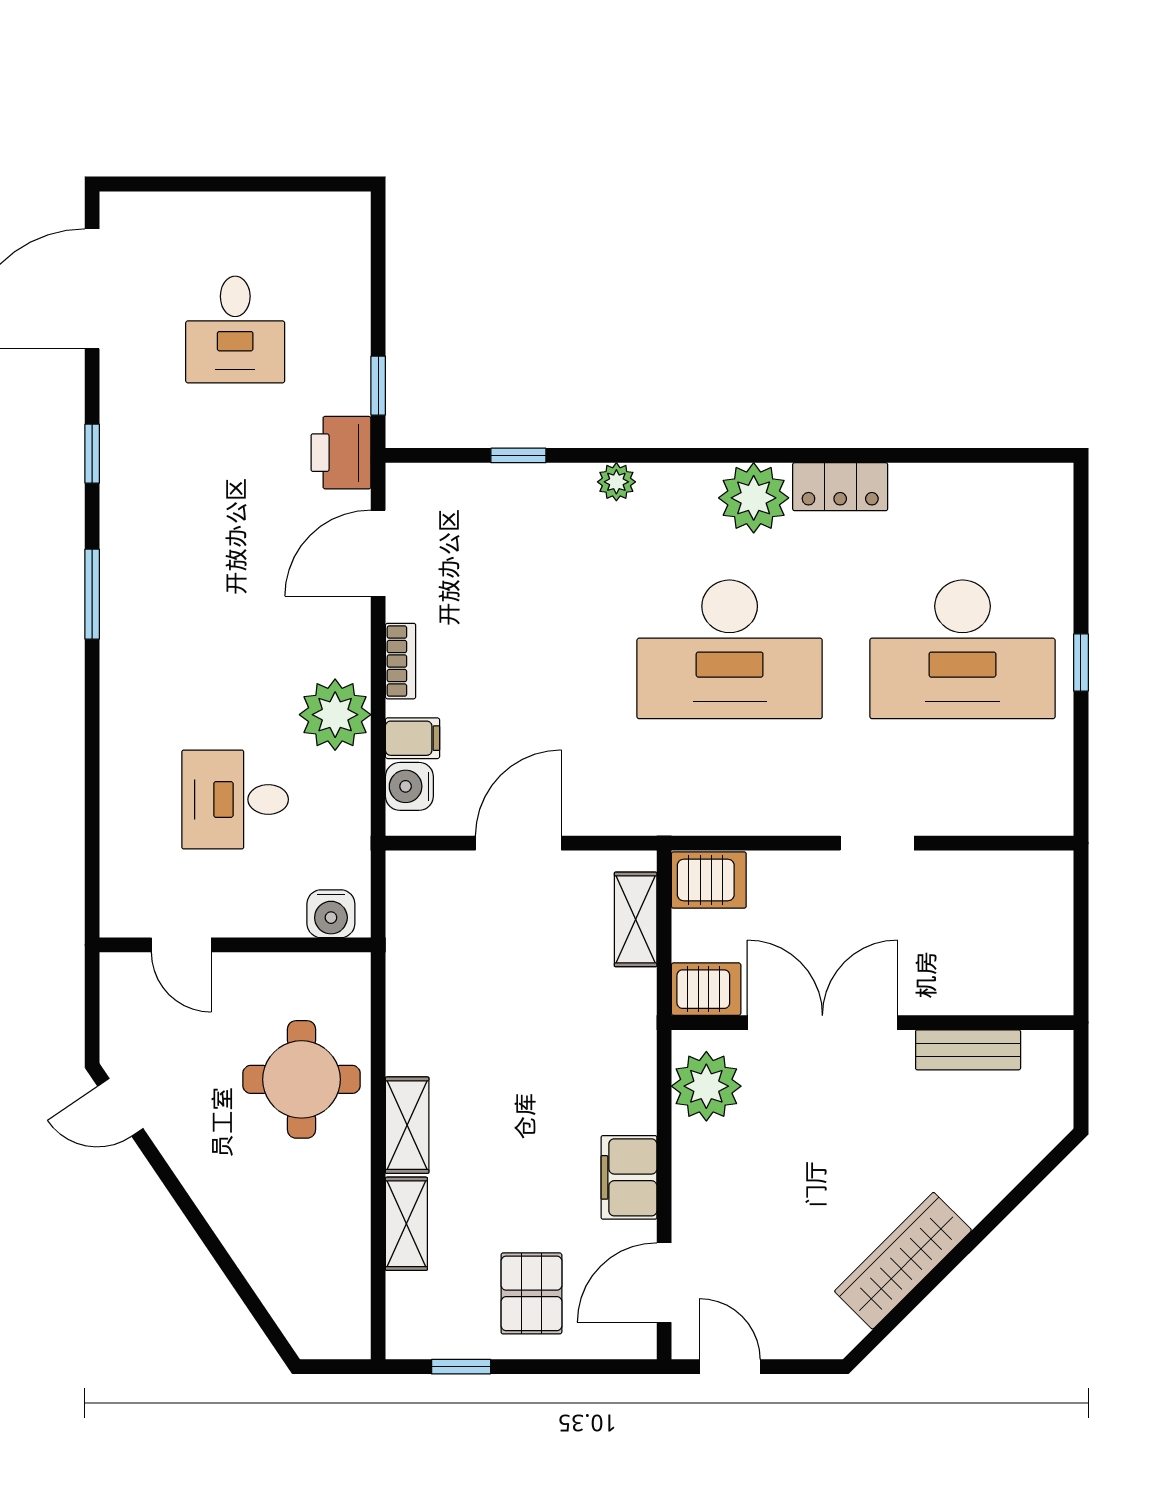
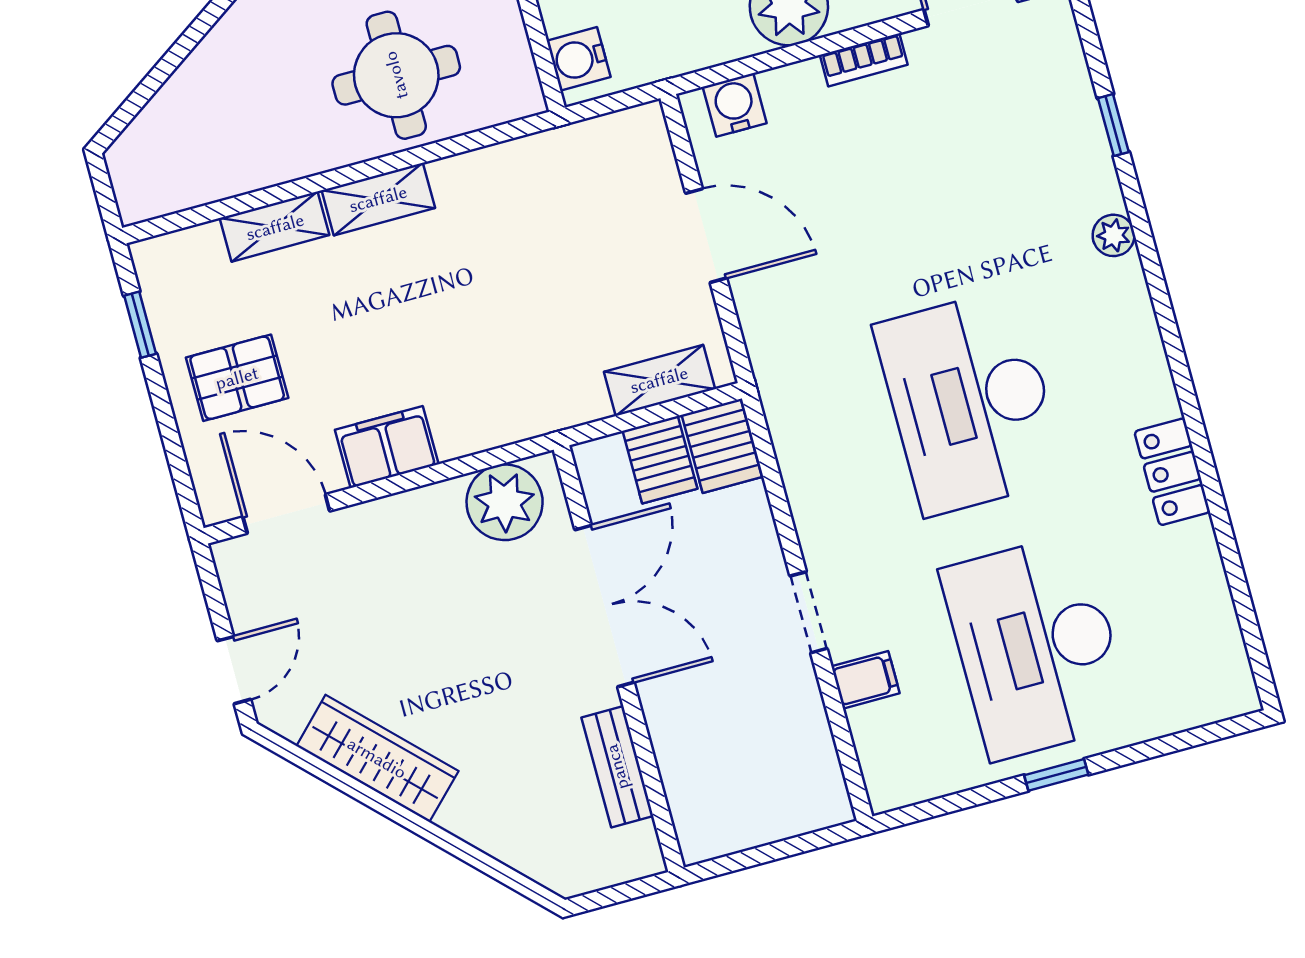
plant: (754, 498) -> (1136, 384), removed
filing cabinet: (412, 738) -> (866, 680), moved, turned -90
server rack: (706, 989) -> (660, 460), moved
door: (730, 1367) -> (234, 670), moved

